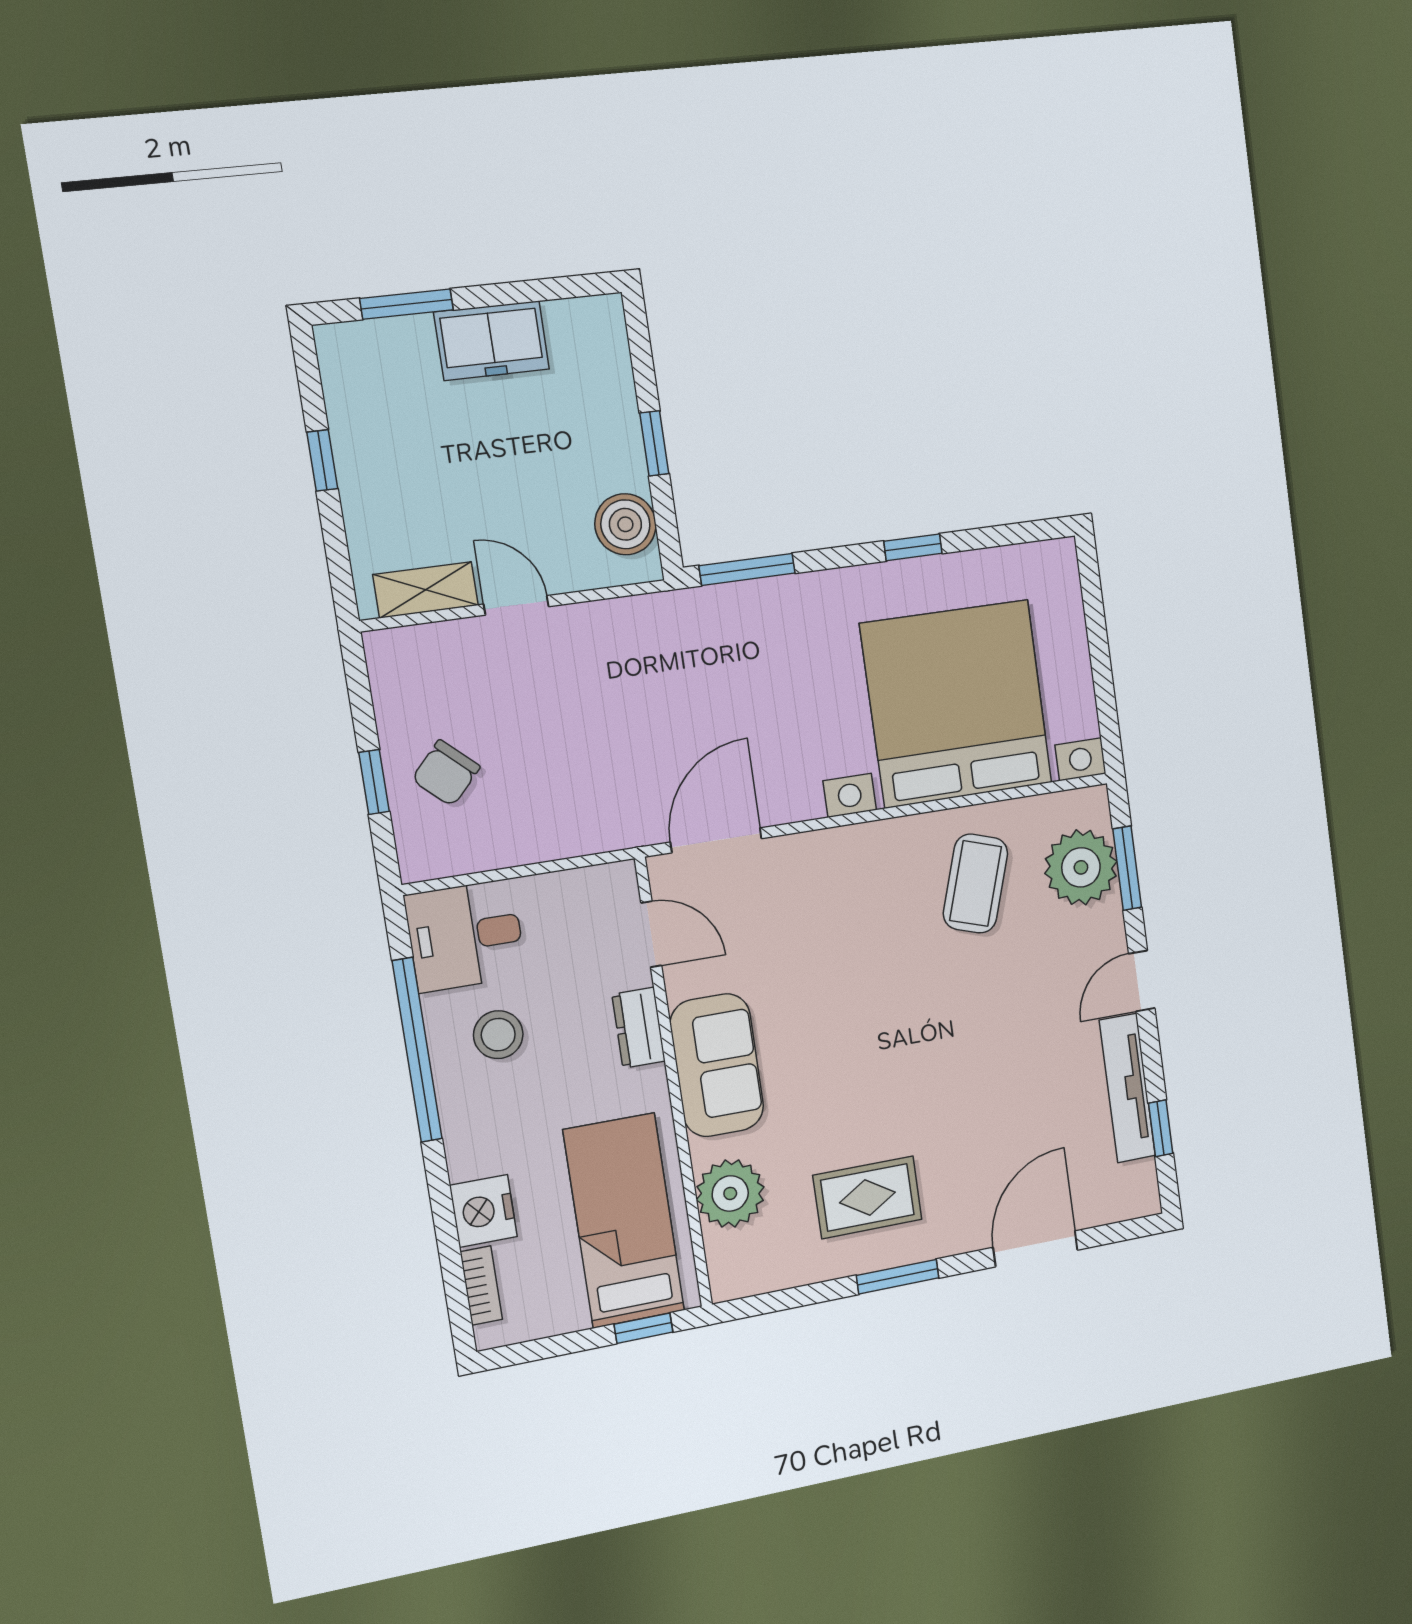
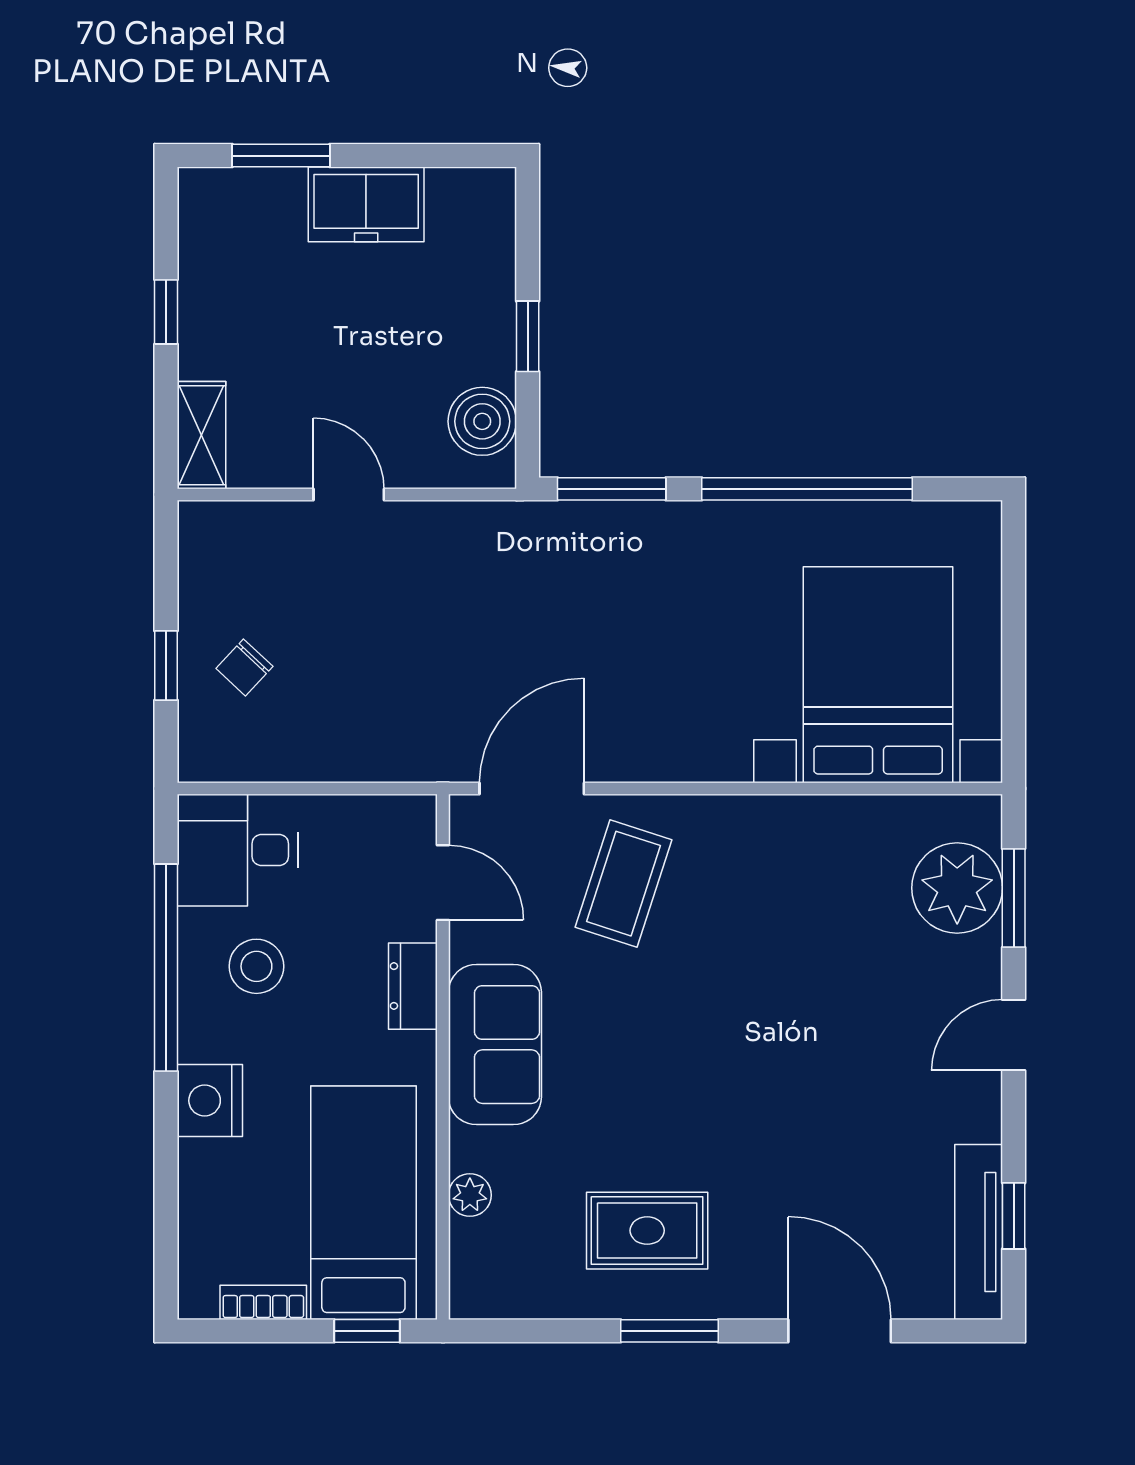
window: (913, 547) -> (807, 489), width x3.17
shelving: (426, 590) -> (201, 435), moved, turned 90
bed with nightstands: (956, 704) -> (878, 675), width x0.73
chair: (446, 773) -> (244, 667), width x0.73, depth x0.73
coffee table: (975, 884) -> (623, 884), moved
tv unit: (1127, 1088) -> (979, 1232), moved
plant: (730, 1193) -> (470, 1195), width x0.53, depth x0.53
nightstand: (483, 1211) -> (210, 1101), moved
door: (1035, 1249) -> (840, 1331), hinge flipped
bookcase: (481, 1286) -> (263, 1302), moved, turned -90

